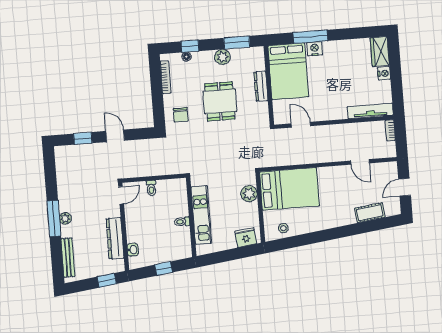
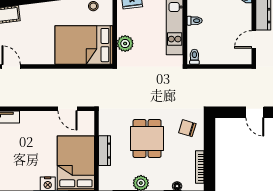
chair: (181, 115) -> (187, 128), turned -73
toilet: (151, 188) -> (194, 57), moved
door: (121, 195) -> (254, 39), moved

